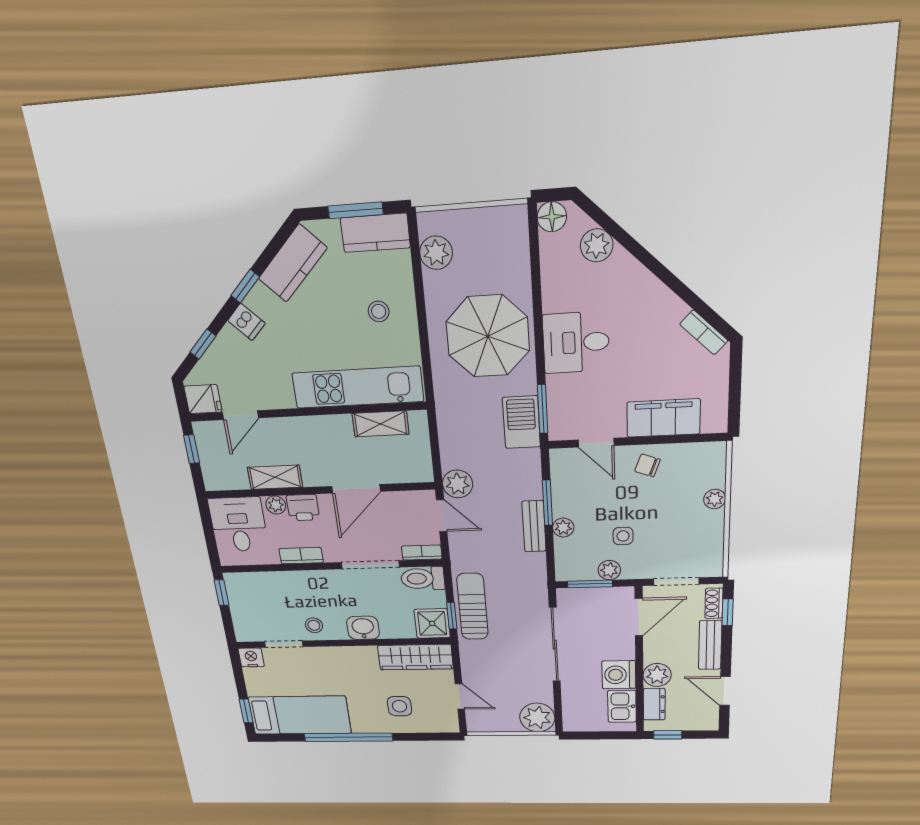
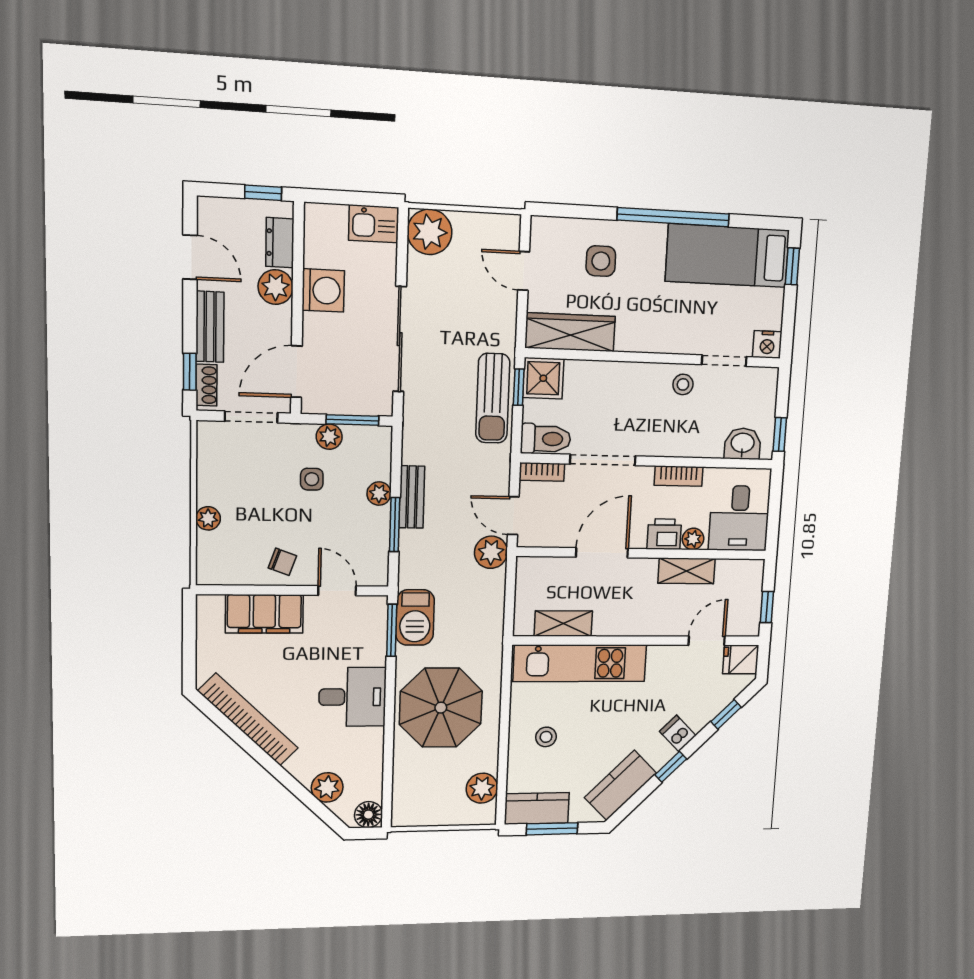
bookcase: (704, 332) -> (248, 720), width x2.31, depth x1.31
washbasin: (363, 628) -> (743, 444), moved, turned 180
kitchen sink: (622, 706) -> (373, 224), moved, turned 90

